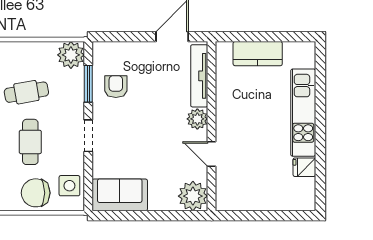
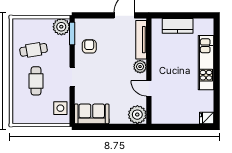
window: (88, 84) -> (72, 34), moved
fridge: (304, 167) -> (207, 118), moved
chair: (36, 193) -> (39, 113), removed

